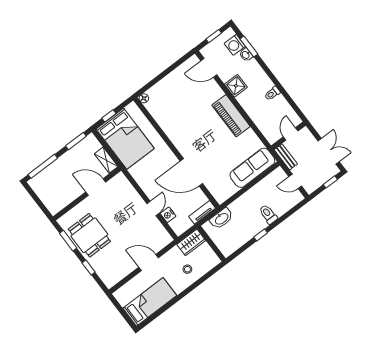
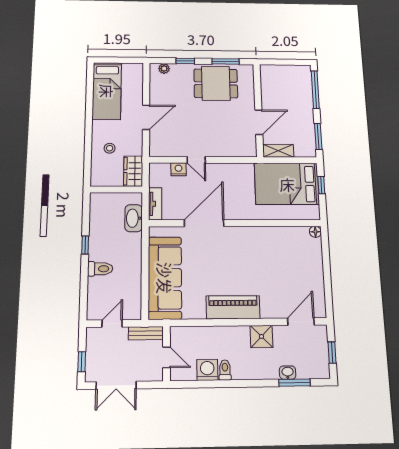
washing machine: (235, 45) -> (207, 370), moved
sofa: (252, 168) -> (165, 278), width x1.36, depth x1.27
plant: (105, 277) -> (164, 69), added

